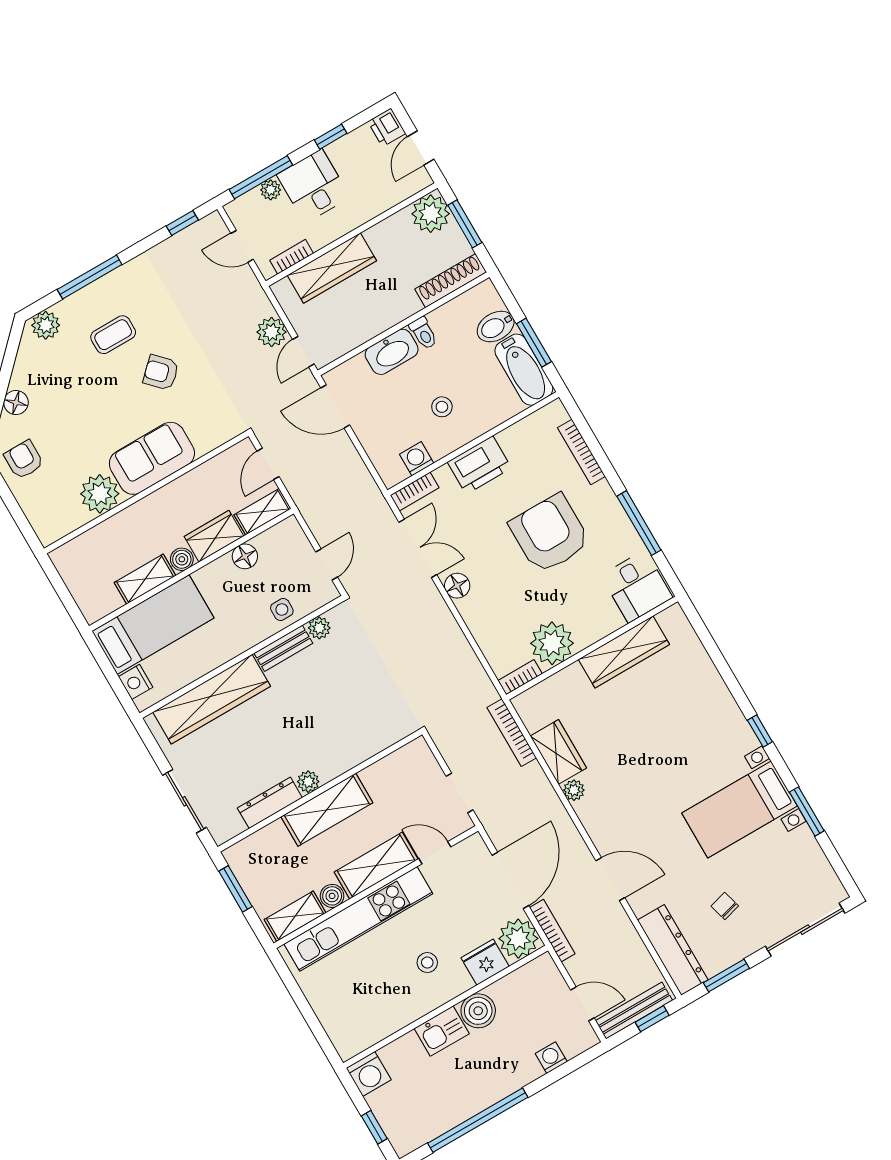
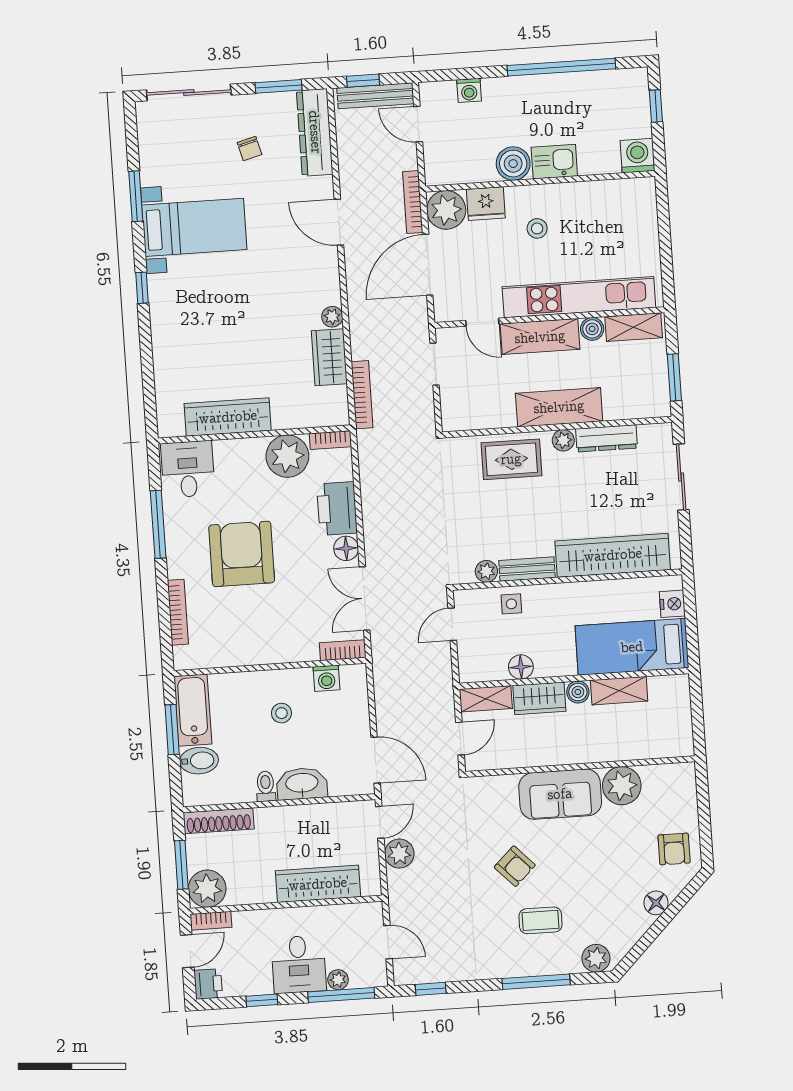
bookcase: (292, 257) -> (211, 921), moved
printer: (479, 465) -> (337, 508), moved, turned -90
armchair: (550, 534) -> (242, 554), turned 180
rug: (347, 741) -> (511, 459), added

